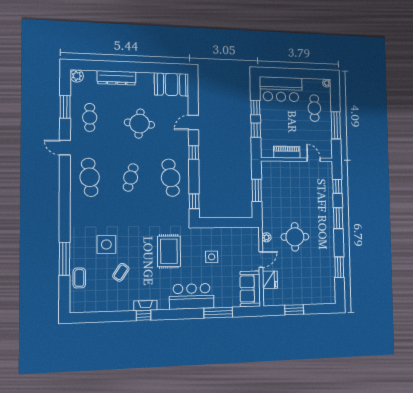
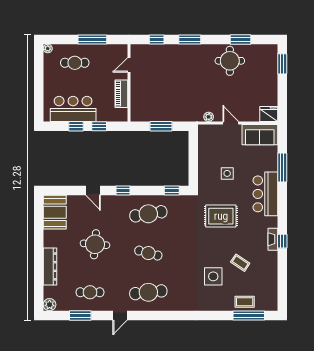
bar counter: (281, 89) -> (73, 109), moved, turned -90
round table: (295, 237) -> (230, 61), moved
window: (65, 259) -> (249, 316), moved
fridge: (270, 280) -> (269, 114), moved
window: (294, 310) -> (282, 64), moved

